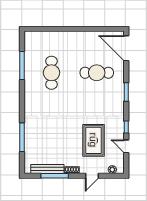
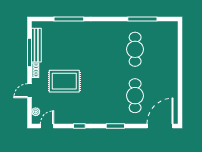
cafe table: (51, 73) -> (135, 49), turned 90
rug: (93, 140) -> (64, 81), moved
door: (126, 146) -> (47, 126), moved
door: (92, 176) -> (29, 91), hinge flipped

